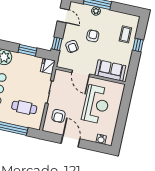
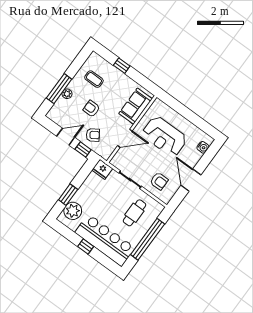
door: (63, 15) -> (66, 137), moved
coffee table: (125, 34) -> (94, 79), moved
window: (27, 50) -> (68, 195), moved
reception desk: (96, 104) -> (164, 136), turned 180
door: (71, 141) -> (191, 180), hinge flipped

